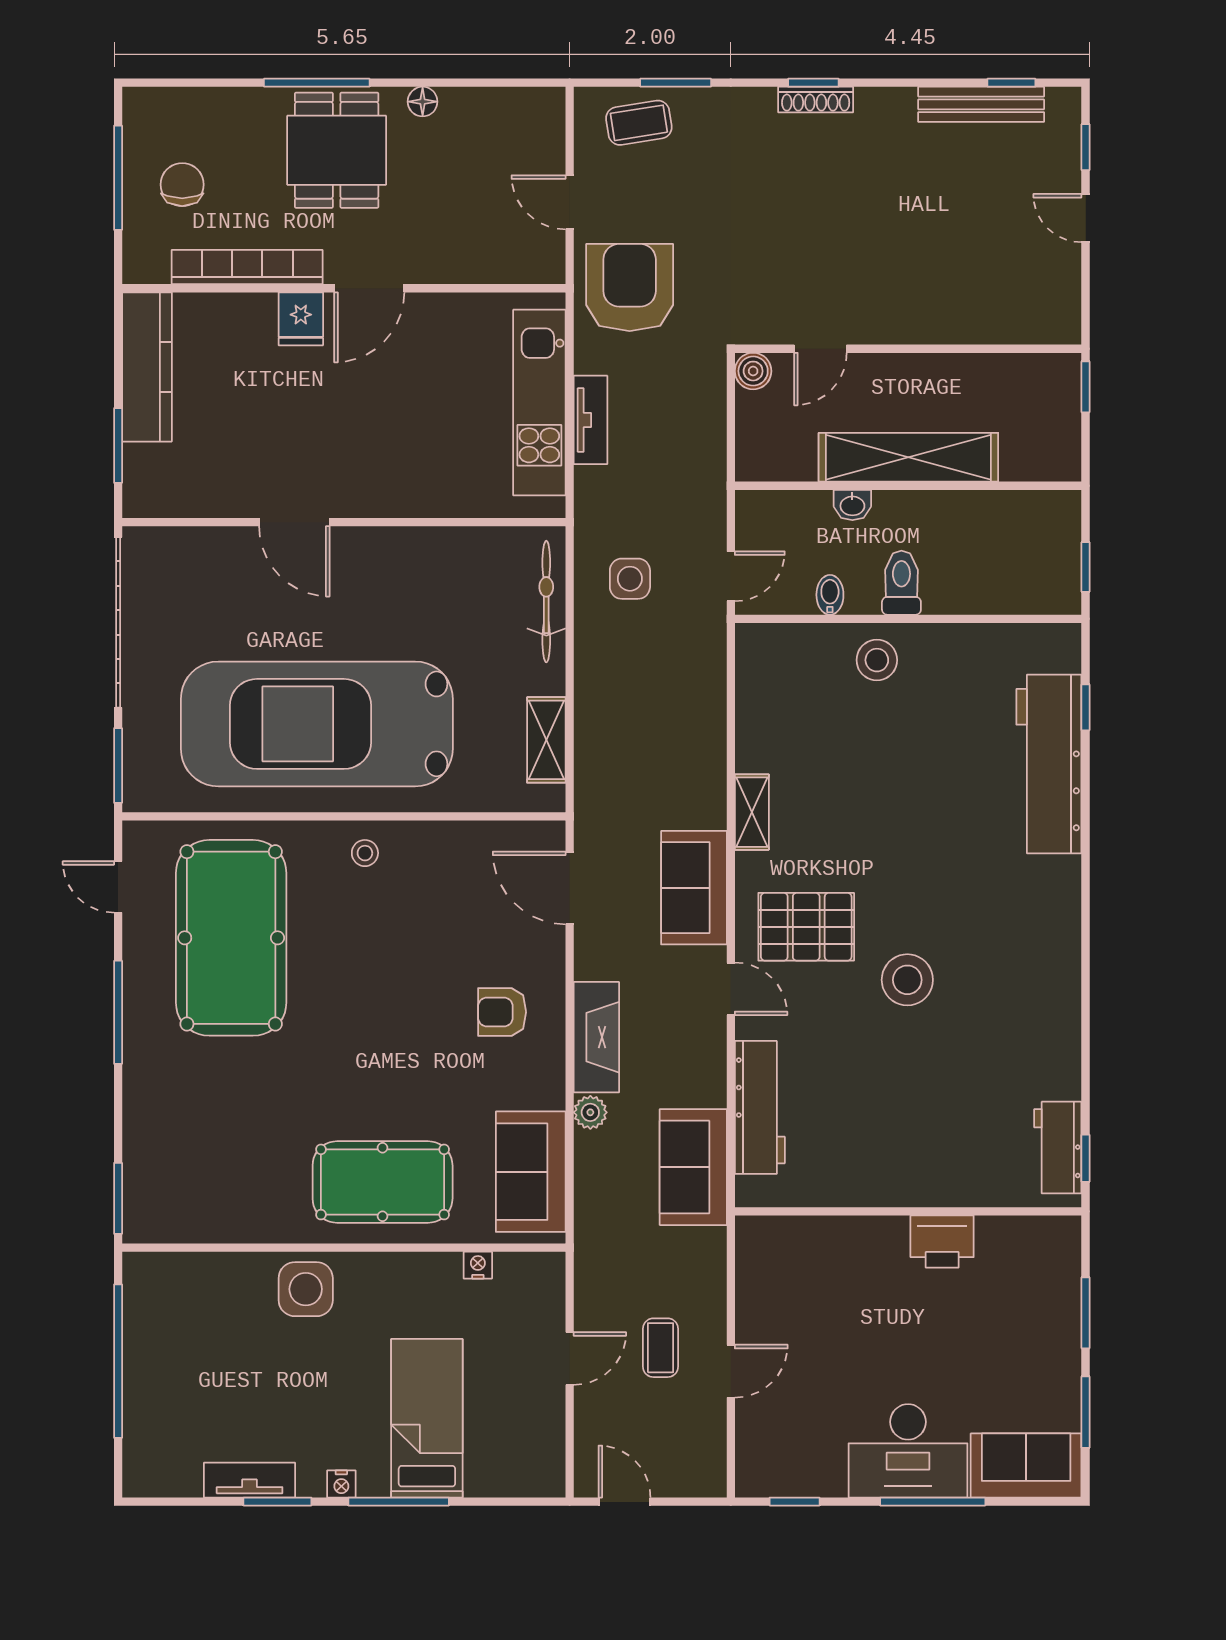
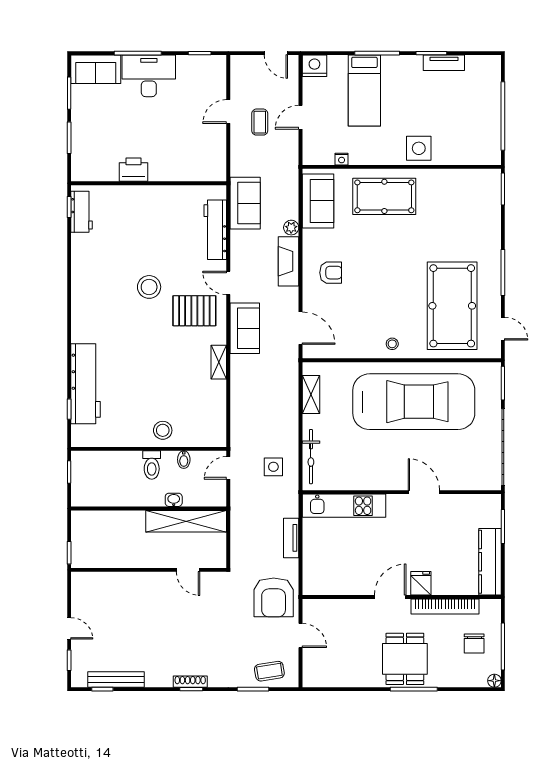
floor lamp: (423, 102) -> (494, 681), moved
door: (820, 349) -> (188, 570), swing flipped
boiler: (753, 371) -> (218, 560), removed
kitchen unit: (539, 403) -> (344, 506), moved, turned 90
shelving: (908, 457) -> (186, 521), moved
nightstand: (341, 1484) -> (314, 66), moved, width x1.89, depth x1.79

